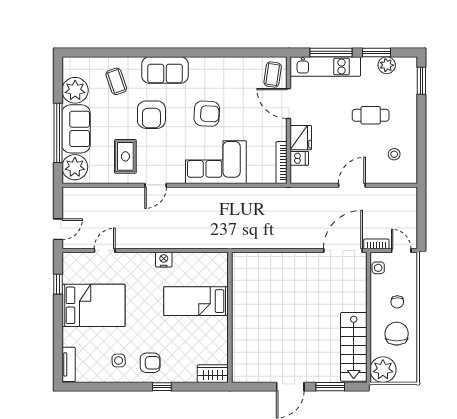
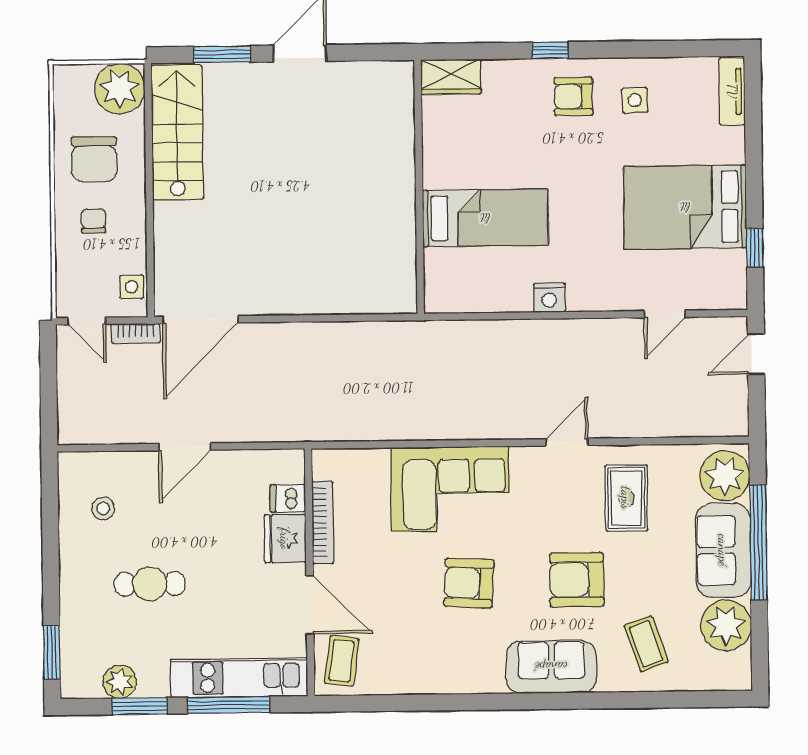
armchair: (151, 115) -> (577, 580), turned -90
bookcase: (282, 163) -> (323, 523), moved

